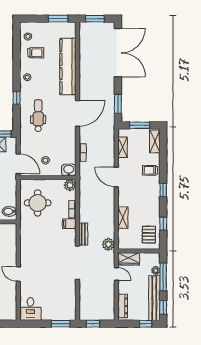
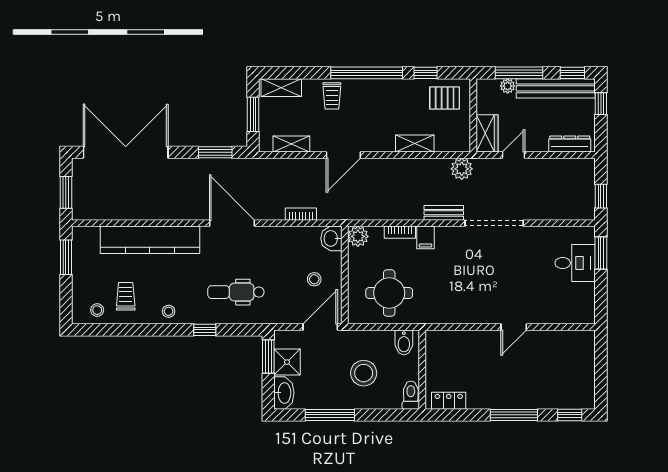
window: (163, 190) -> (367, 73), width x3.17
desk: (30, 309) -> (575, 263), moved

